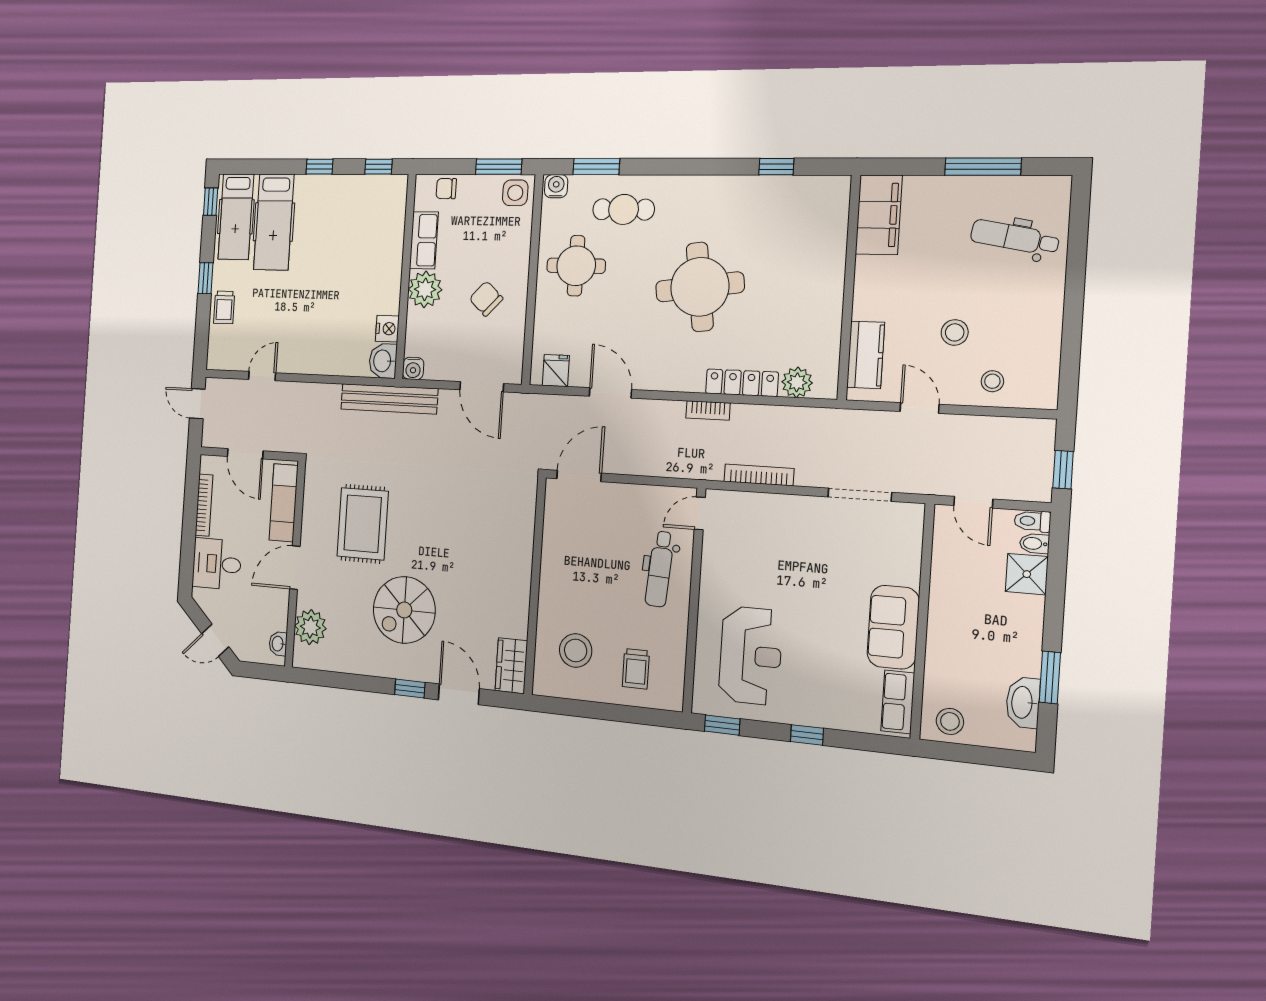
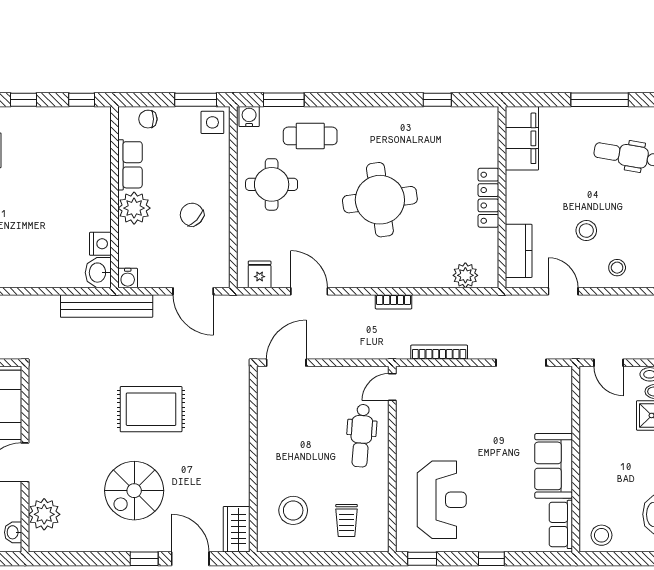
locker: (742, 383) -> (488, 198), moved, turned -90
rug: (363, 524) -> (151, 409), moved, turned 90

